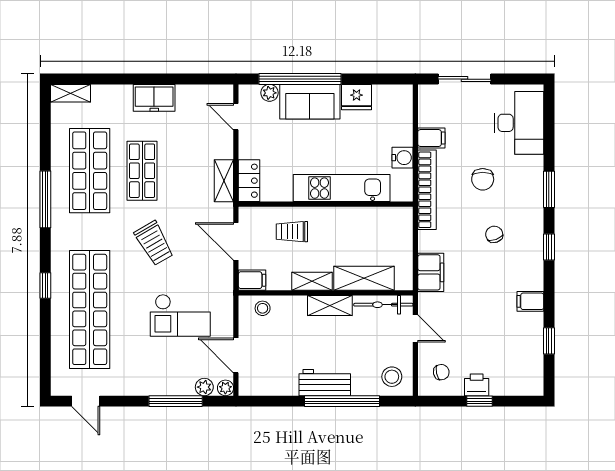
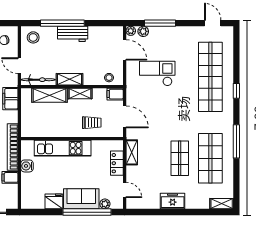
locker: (249, 181) -> (117, 163), moved
trolley: (154, 243) -> (173, 116), removed

